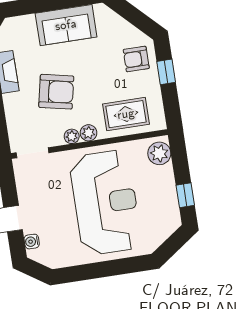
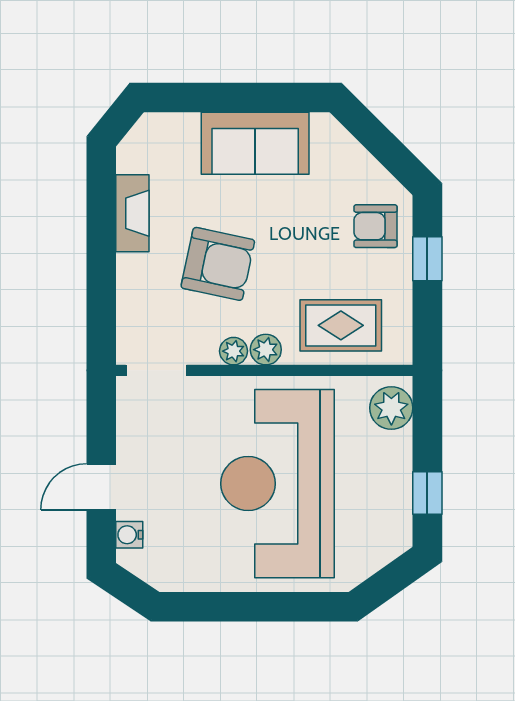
reception desk: (106, 202) -> (277, 484), turned 180

